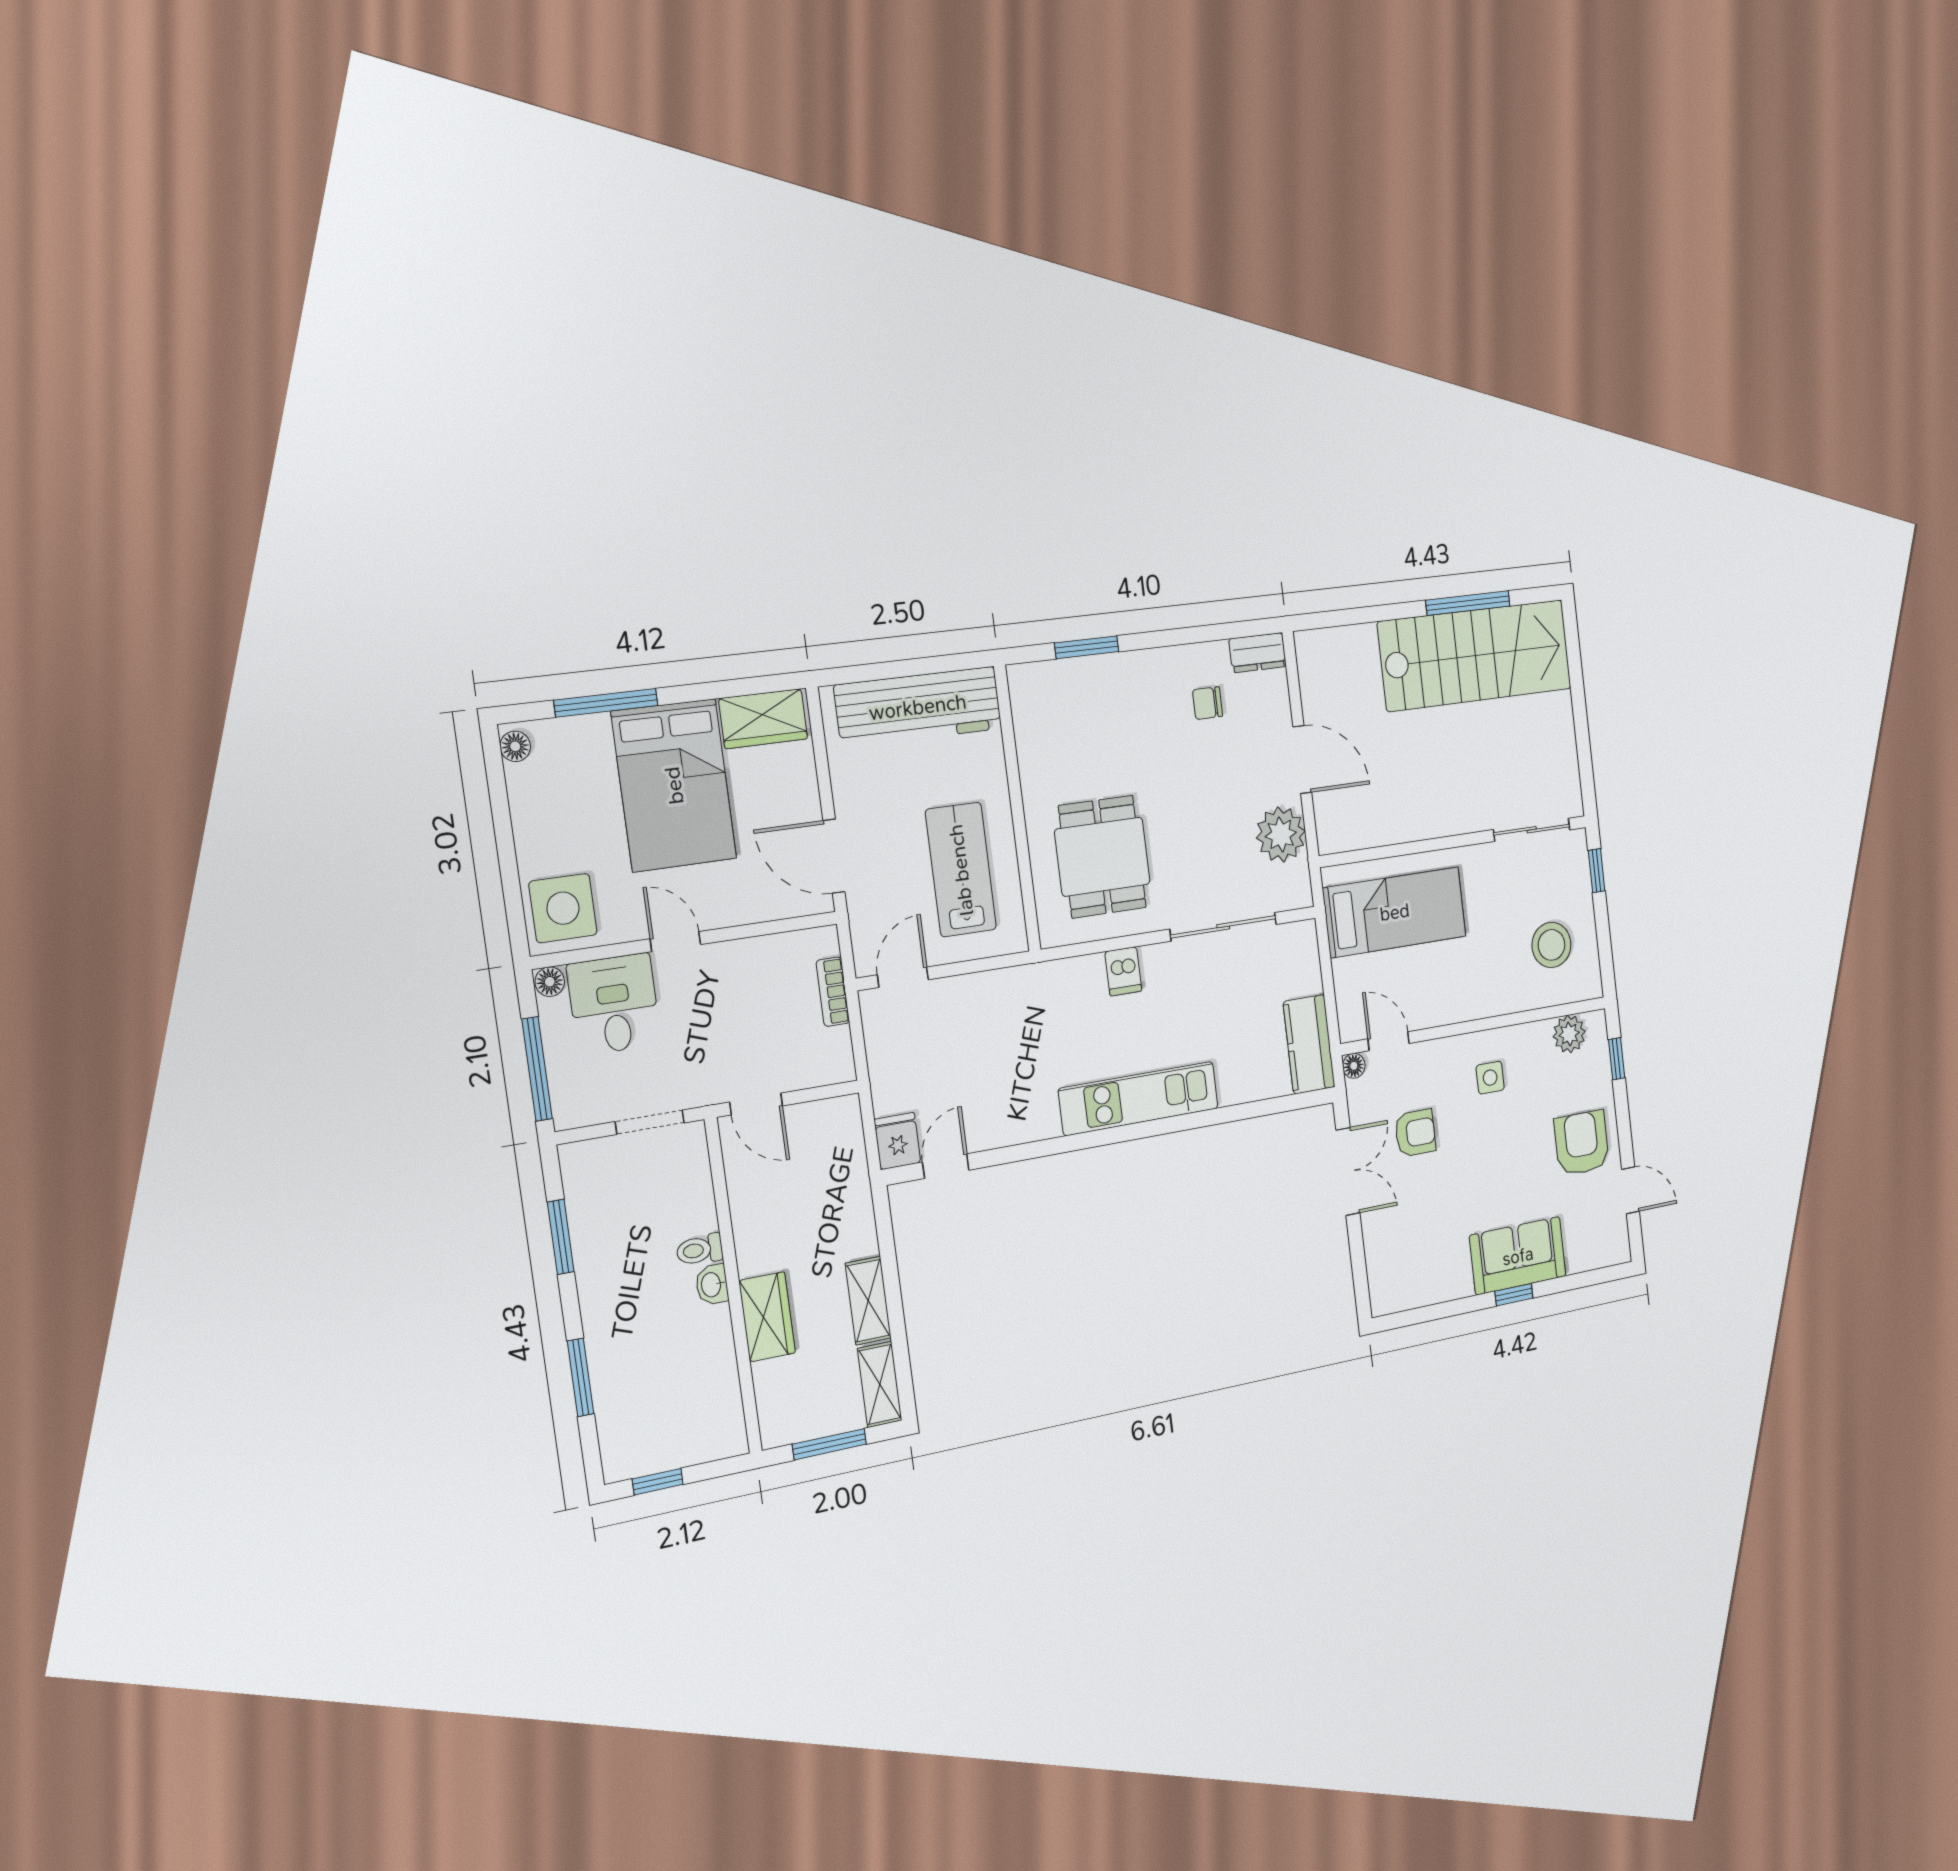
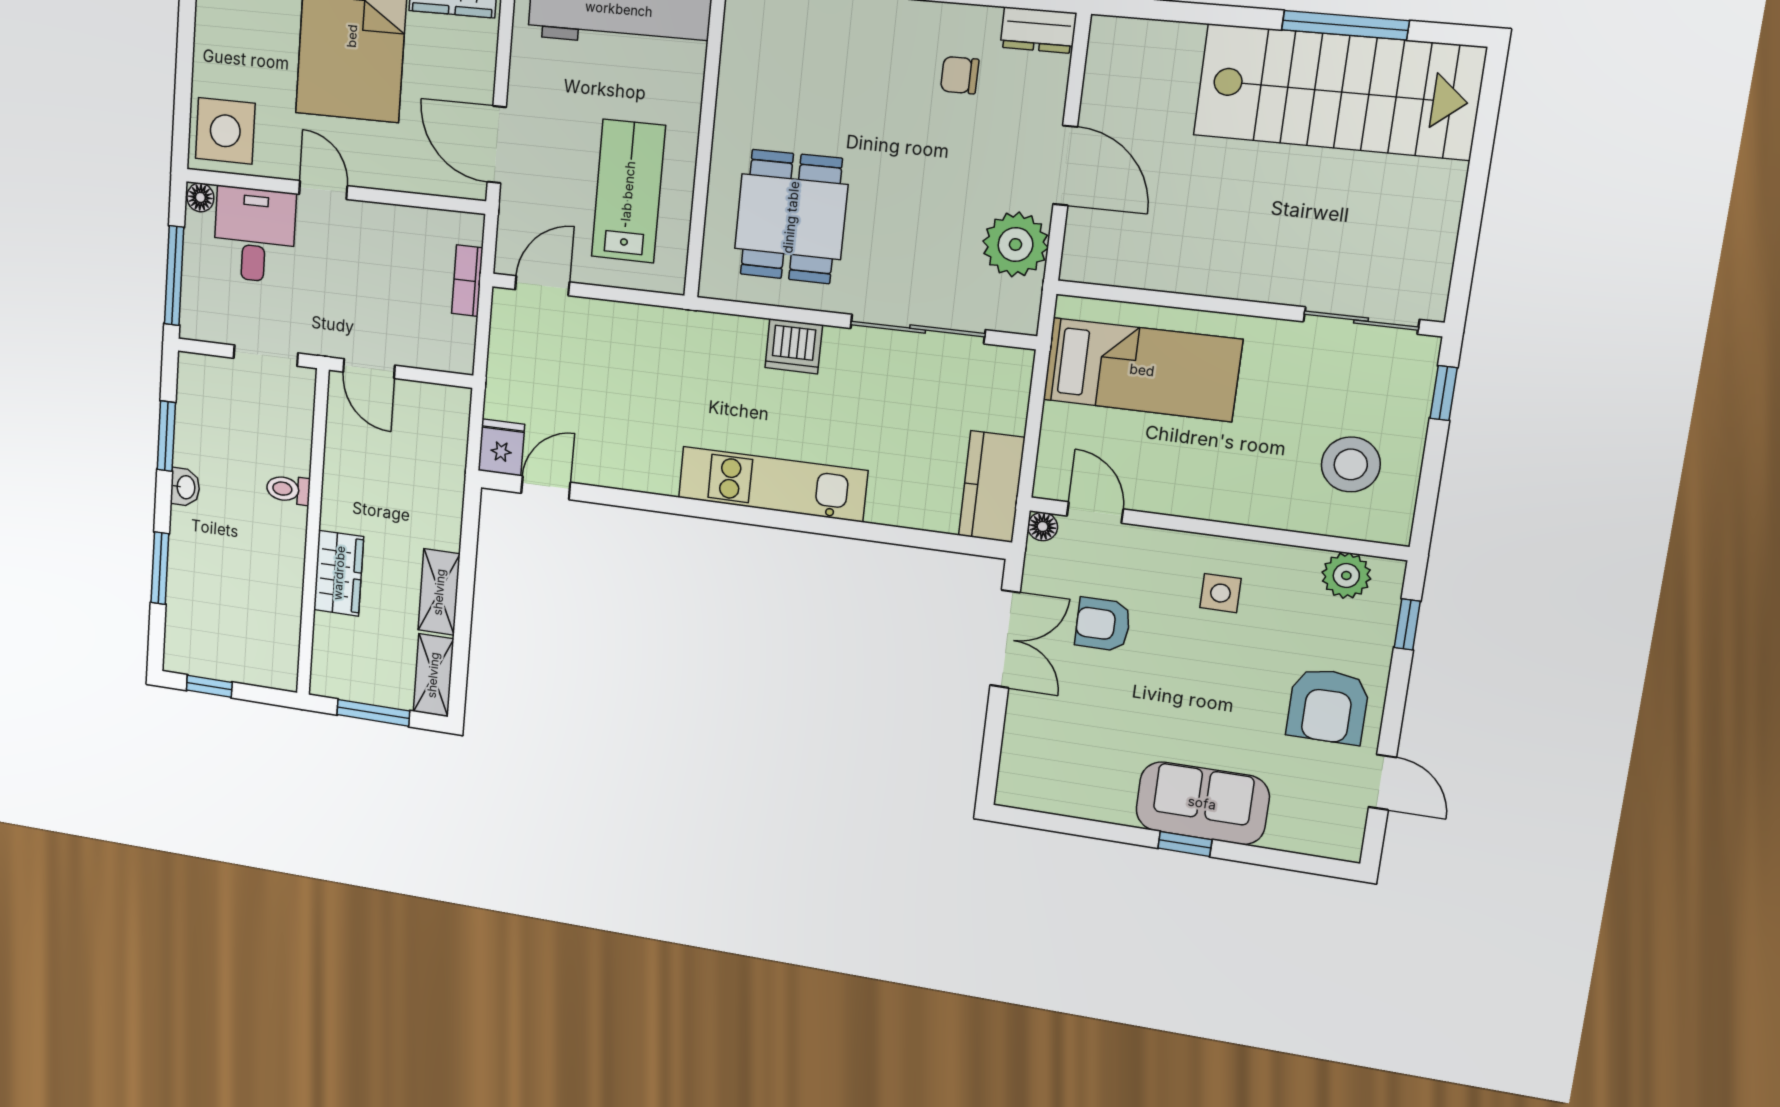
dishwasher: (1123, 971) -> (794, 346), width x1.38
armchair: (1415, 1133) -> (1103, 624), turned 180
armchair: (1582, 1143) -> (1328, 706), turned 180
washbasin: (712, 1285) -> (185, 487), moved, turned 180

